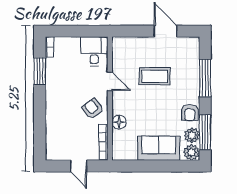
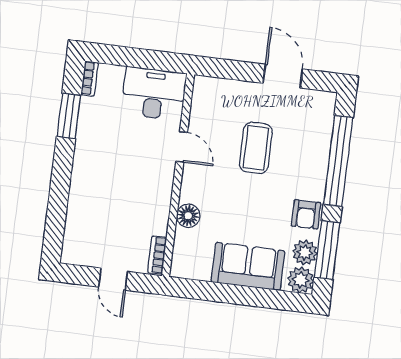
desk: (94, 51) -> (154, 94), width x1.37
coffee table: (155, 76) -> (256, 148), turned 90
window: (205, 78) -> (338, 161), width x1.46
armchair: (93, 109) -> (148, 188), removed
bookcase: (103, 142) -> (157, 255), width x0.64

